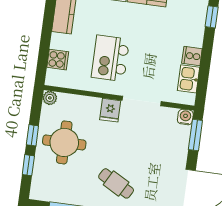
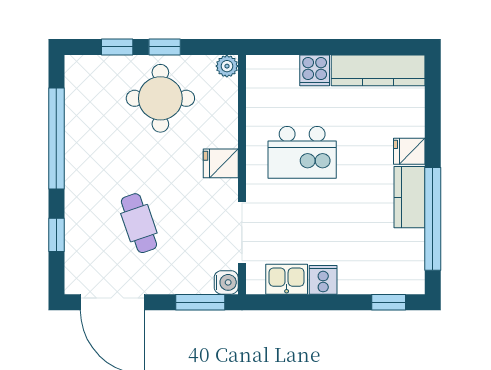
kitchen island: (110, 58) -> (302, 152), turned 180
cooker: (58, 60) -> (315, 70), moved
doorway: (142, 101) -> (242, 232), moved
cafe table: (116, 183) -> (139, 223), moved, turned -48

